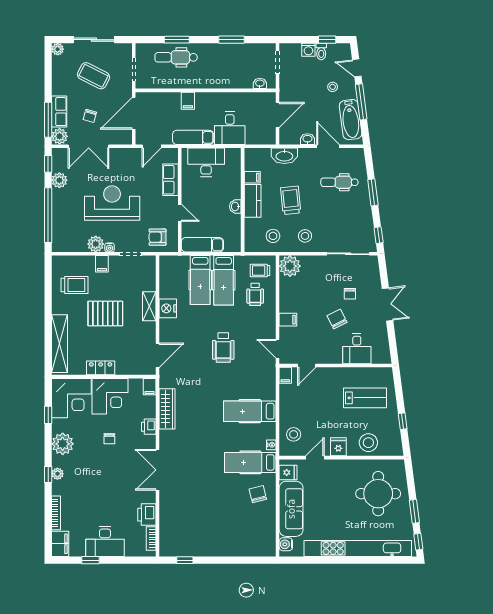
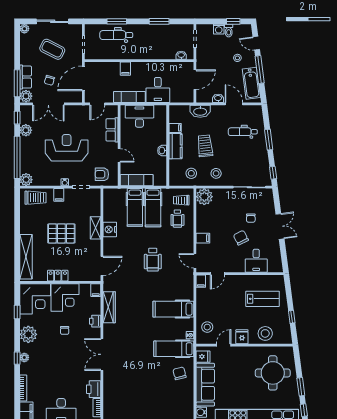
plant: (96, 244) -> (26, 180), moved
trolley: (74, 285) -> (35, 198), moved

